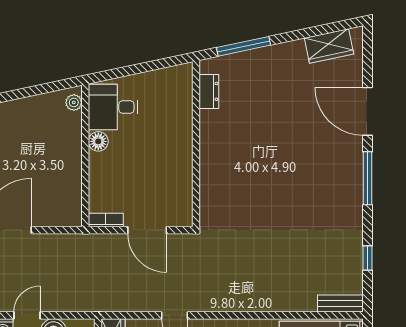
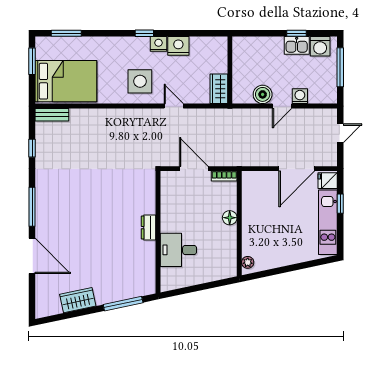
wardrobe: (329, 46) -> (78, 300), moved
dresser: (209, 91) -> (148, 228), moved
desk: (113, 107) -> (178, 250), moved, turned 180
floor lamp: (98, 141) -> (230, 218), moved

